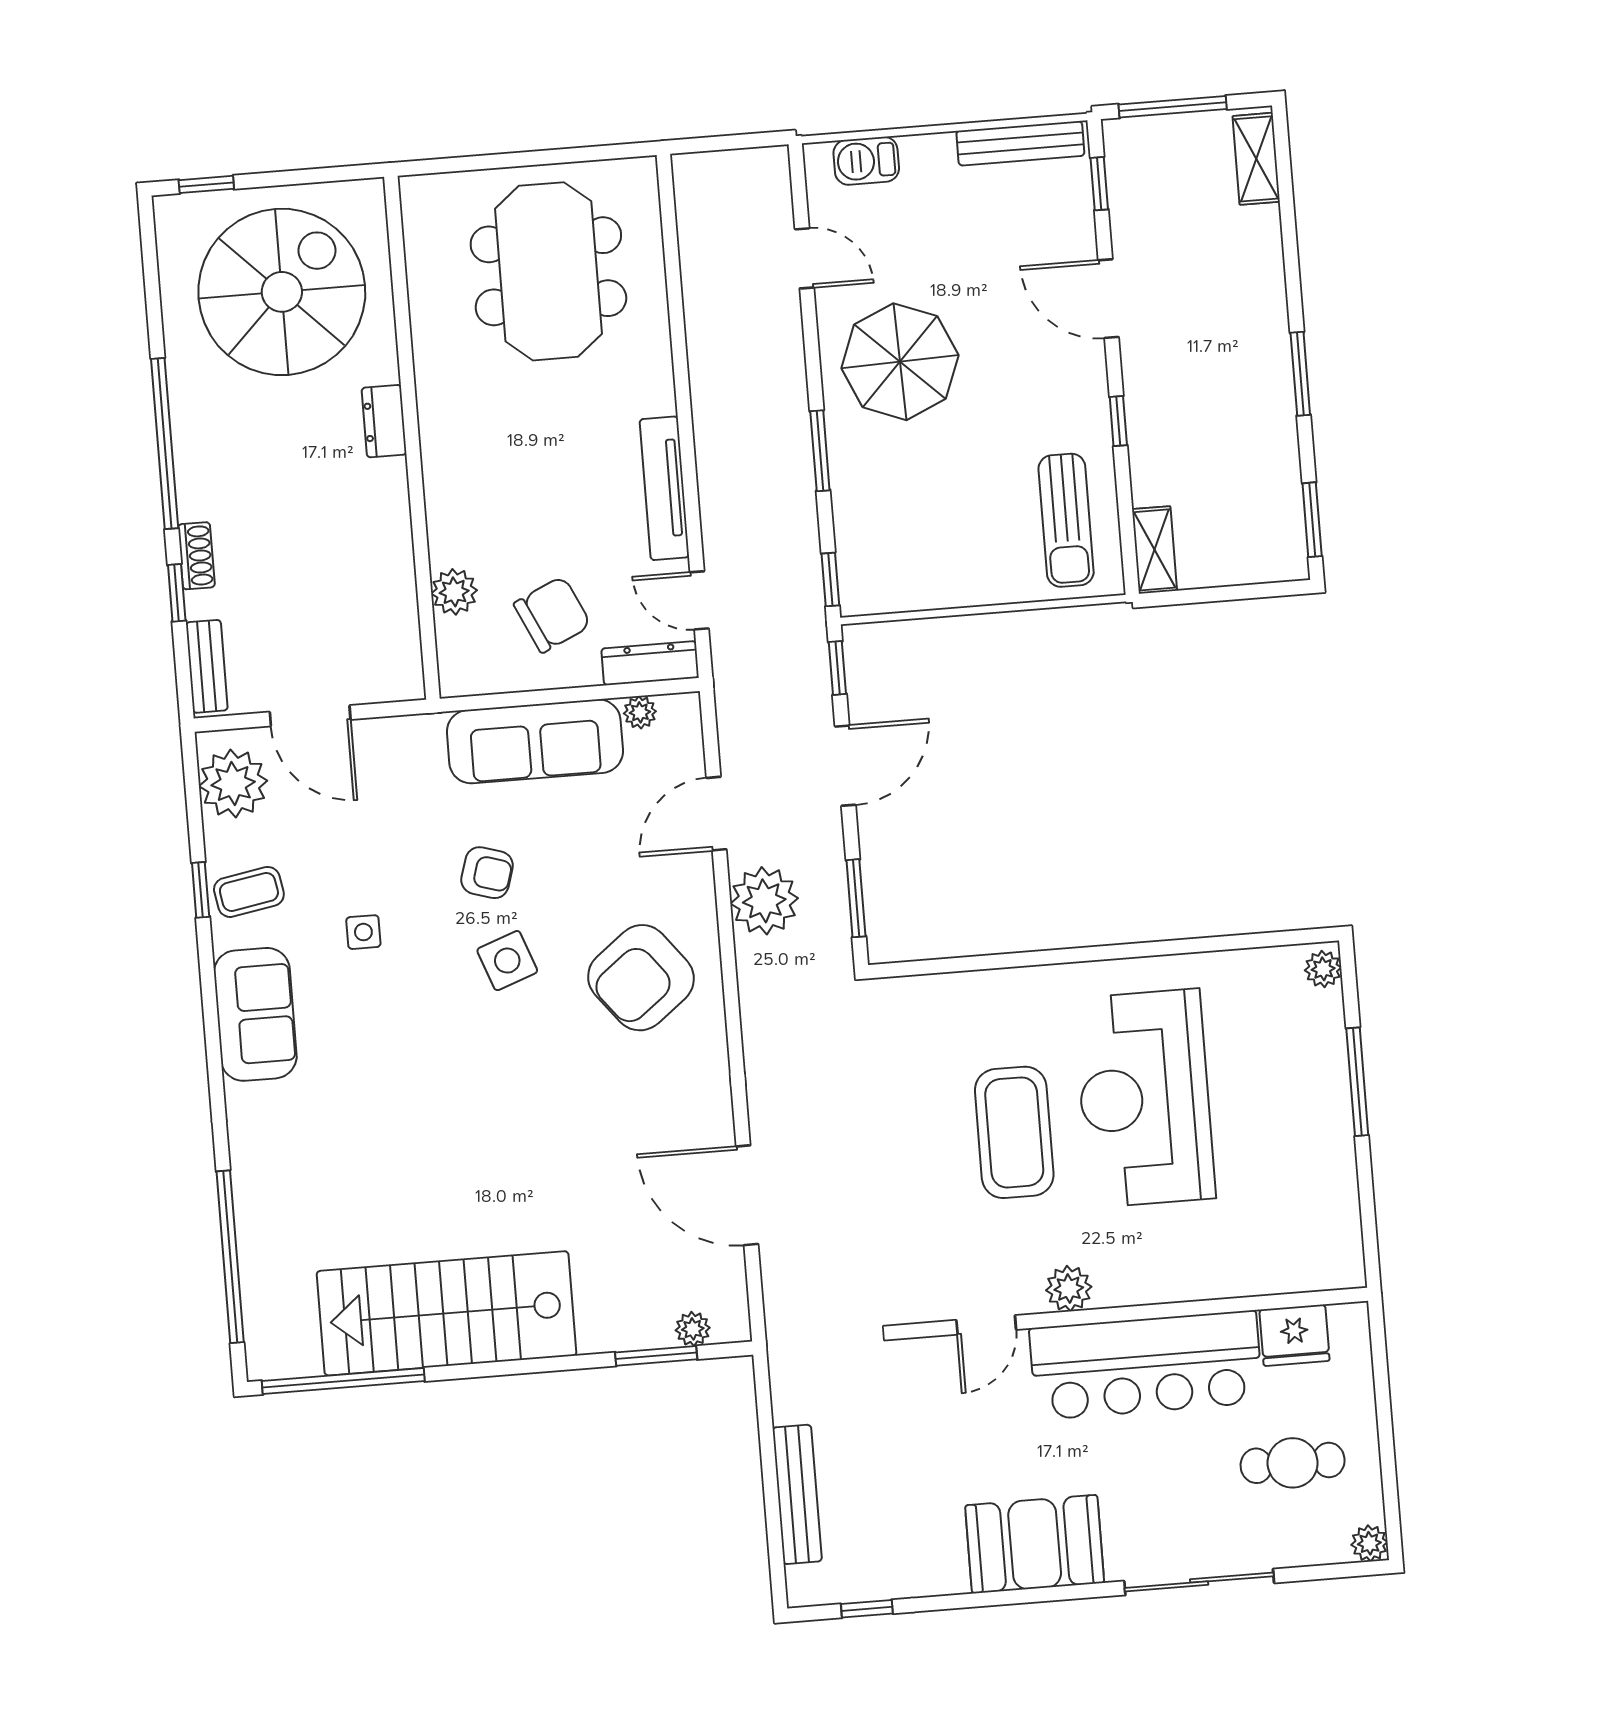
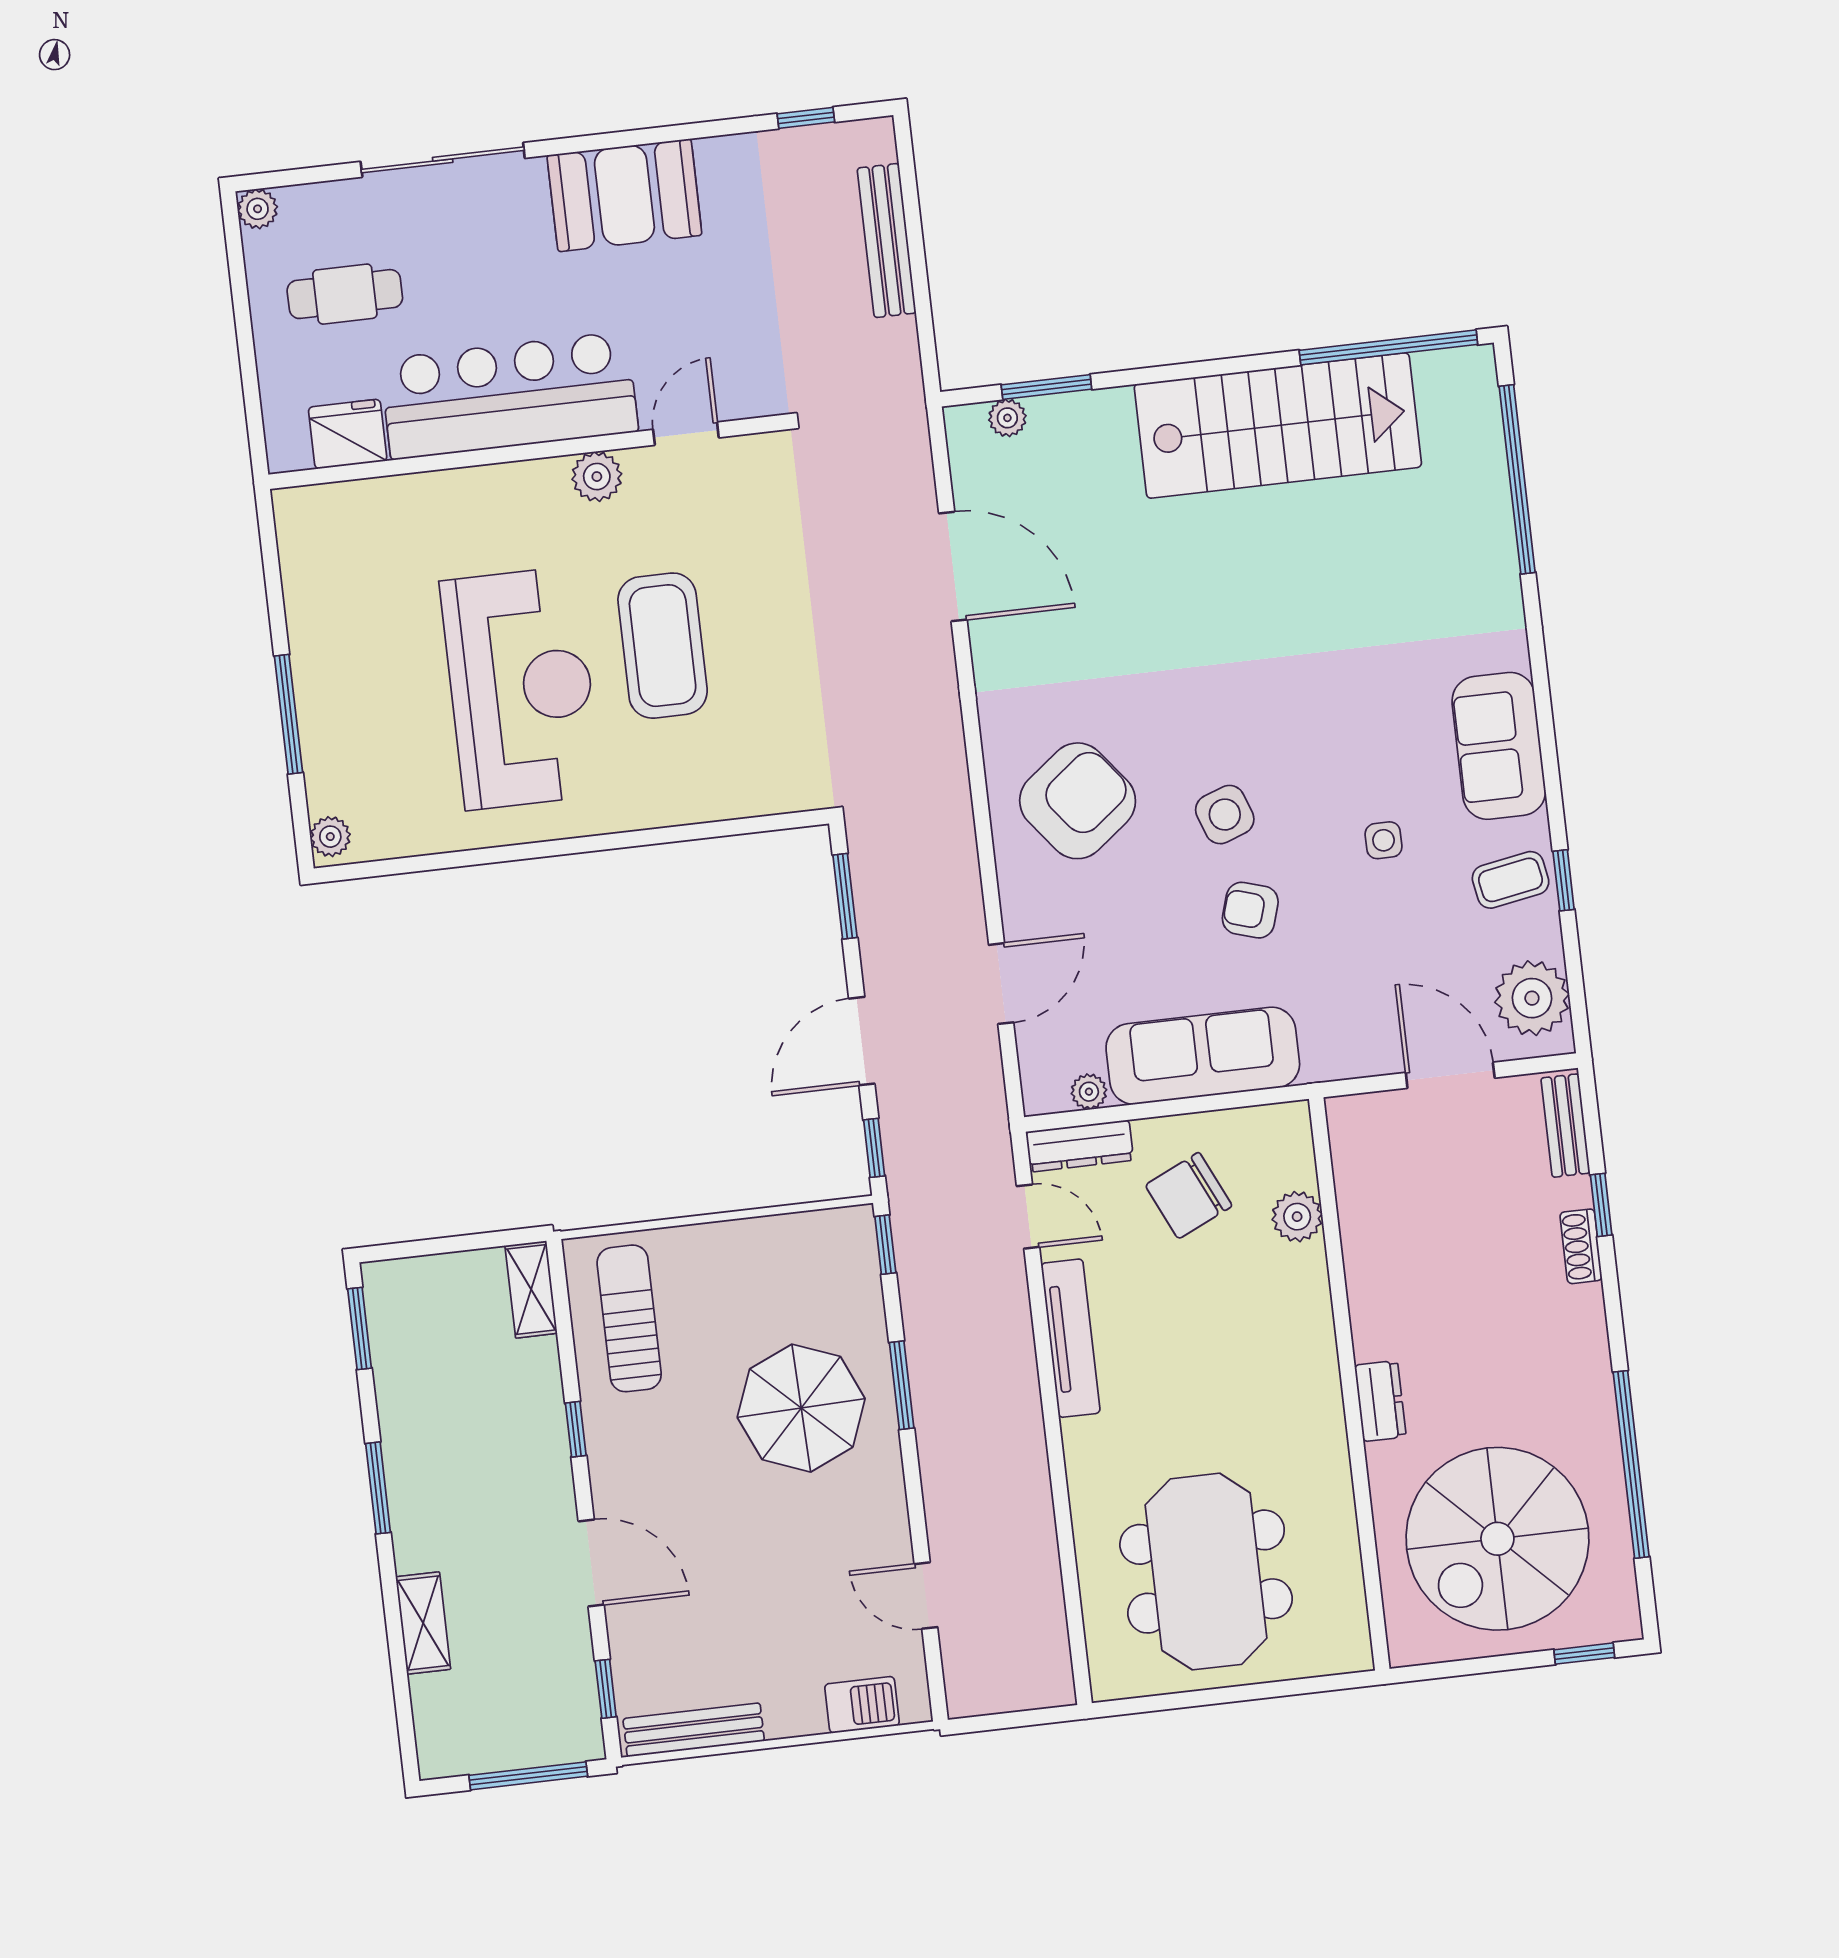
shelving: (1256, 159) -> (423, 1623), moved
parasol: (900, 362) -> (801, 1408), moved
window: (165, 444) -> (1631, 1464), moved
plant: (764, 901) -> (945, 890), removed

